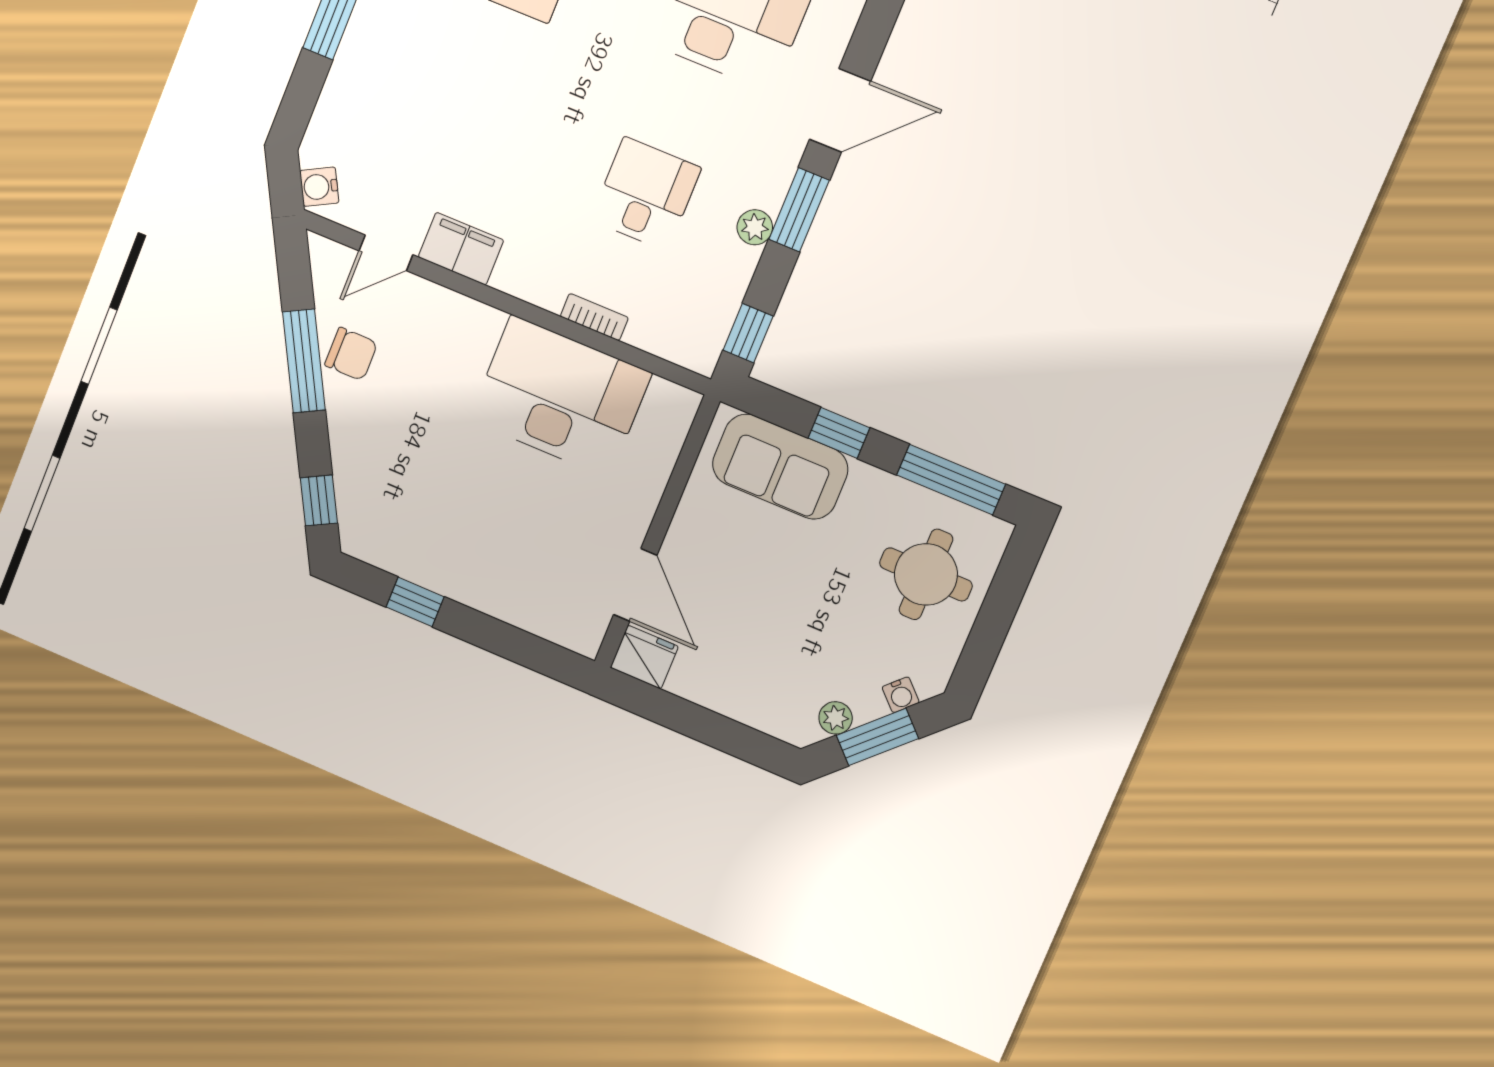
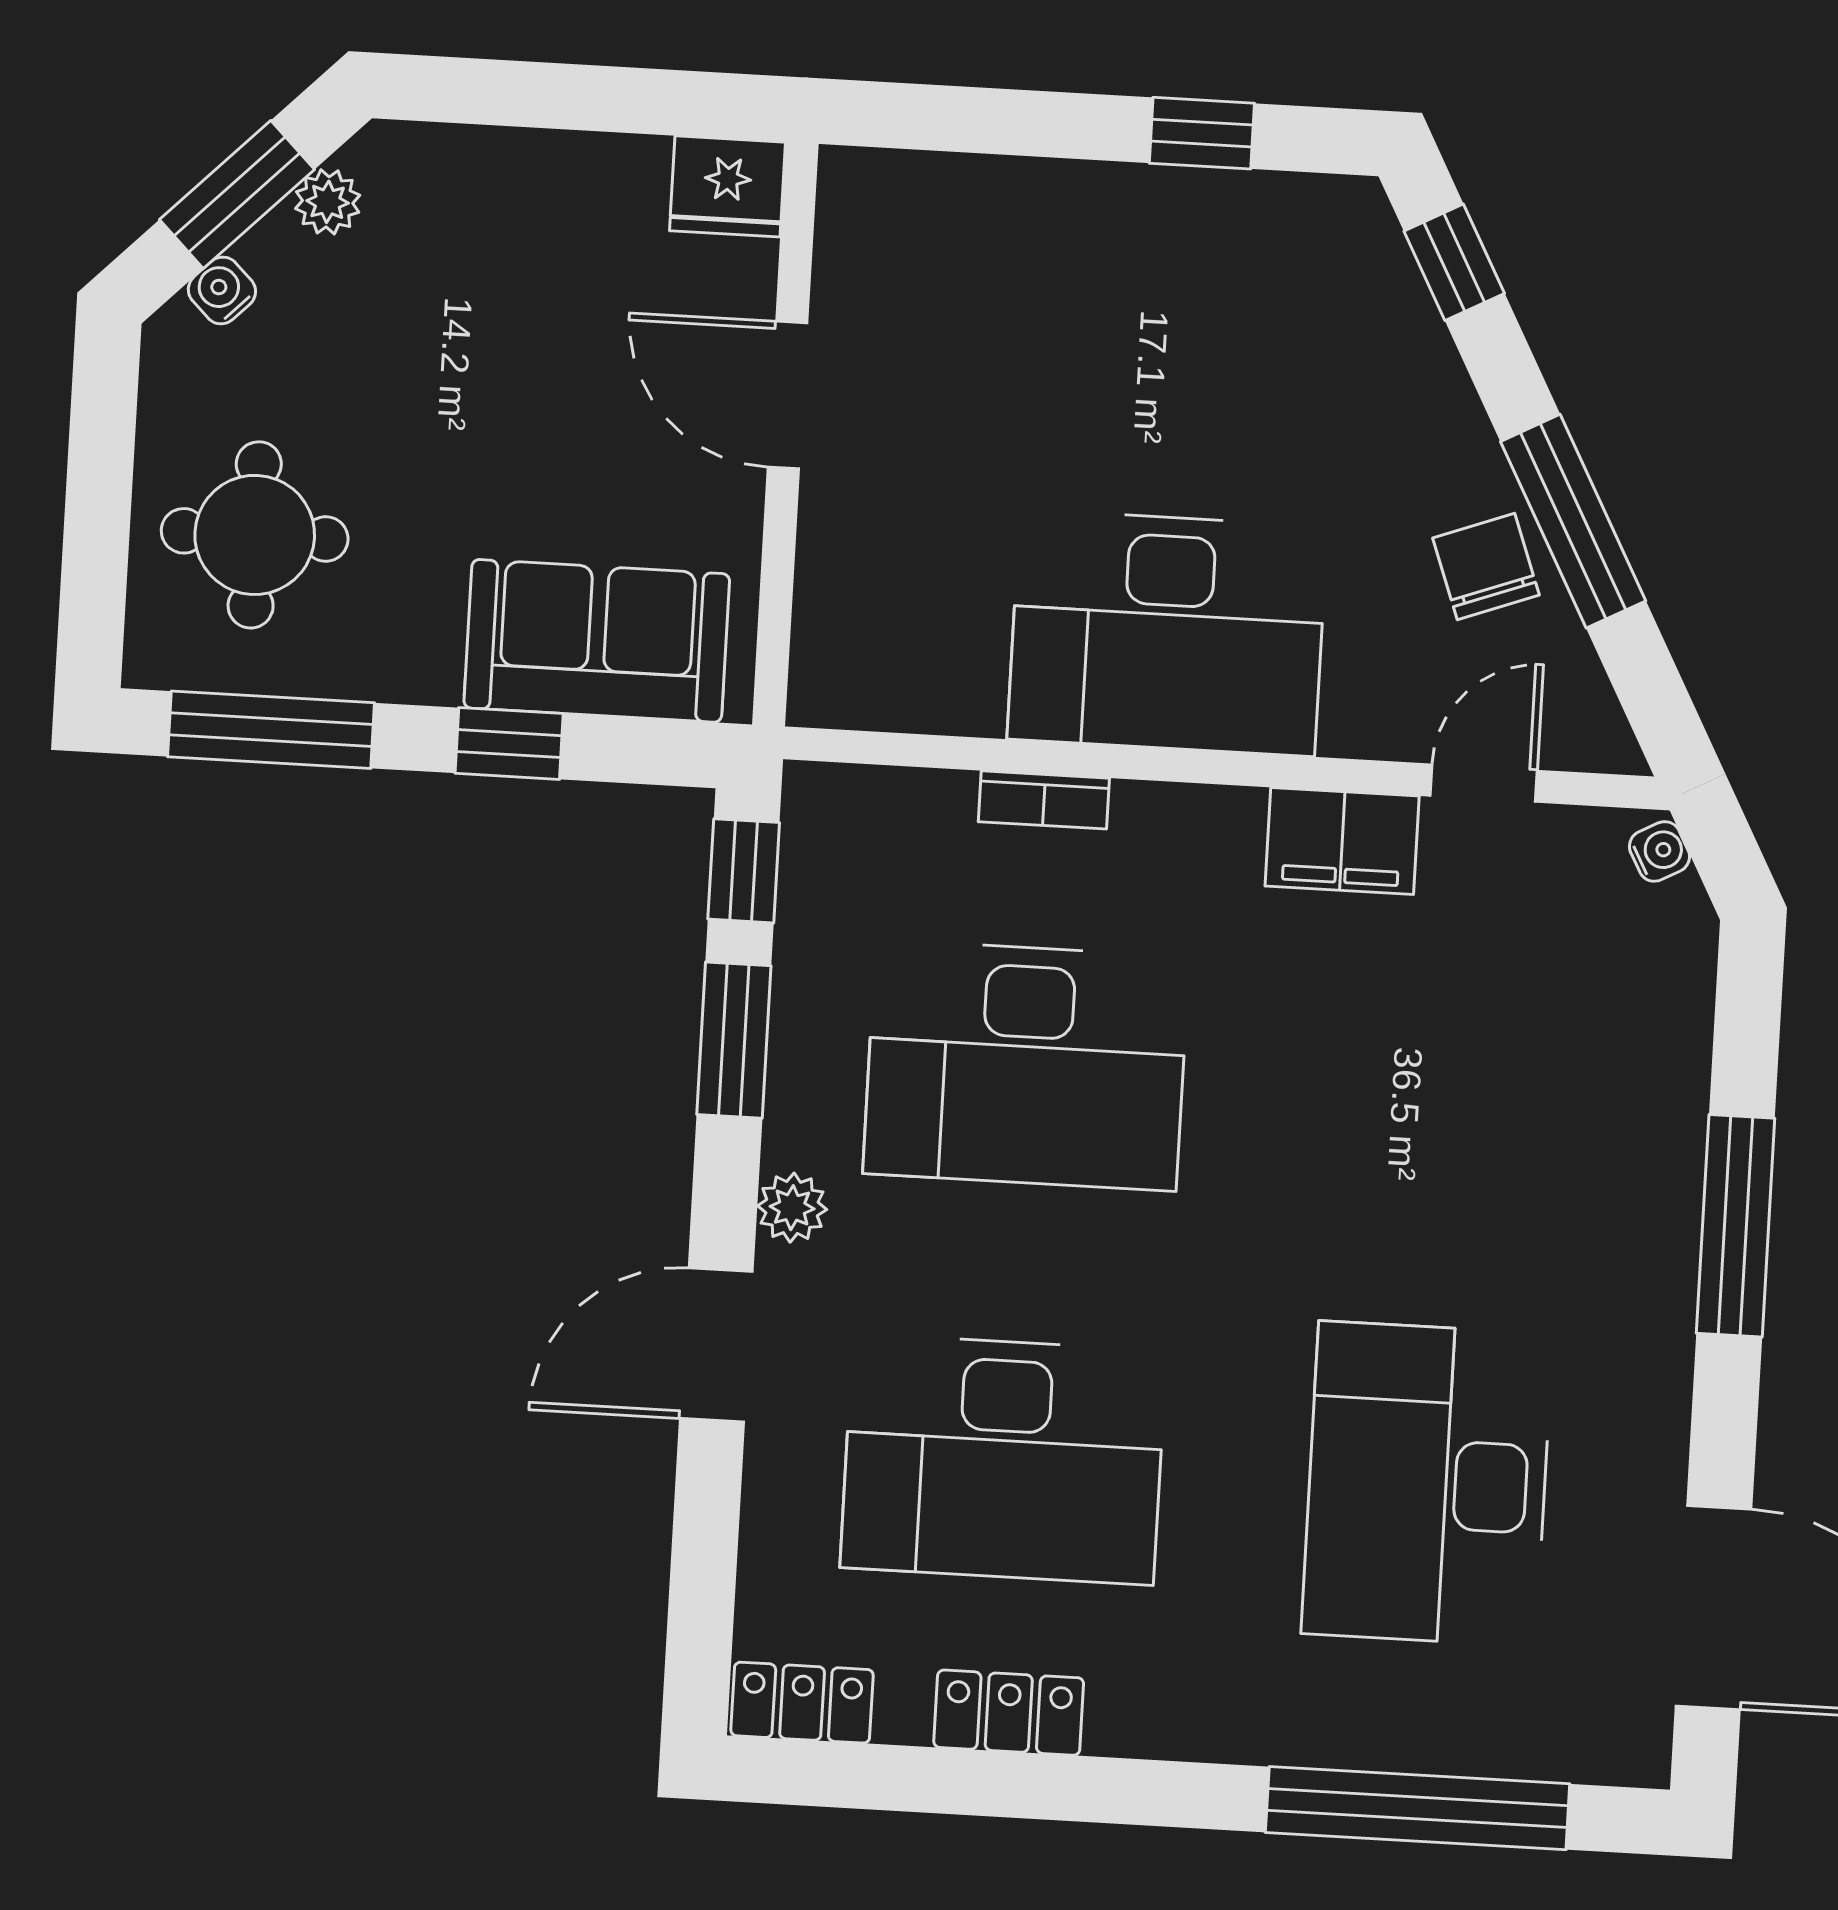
water cooler: (319, 187) -> (1659, 851), width x0.72, depth x0.72
desk: (646, 194) -> (1026, 1065), width x1.87, depth x1.30
window: (799, 210) -> (734, 1040), moved
plant: (755, 227) -> (792, 1208), moved
chair: (351, 354) -> (1486, 567), turned 70
desk: (560, 396) -> (1167, 633), moved
door: (635, 585) -> (788, 395), moved

